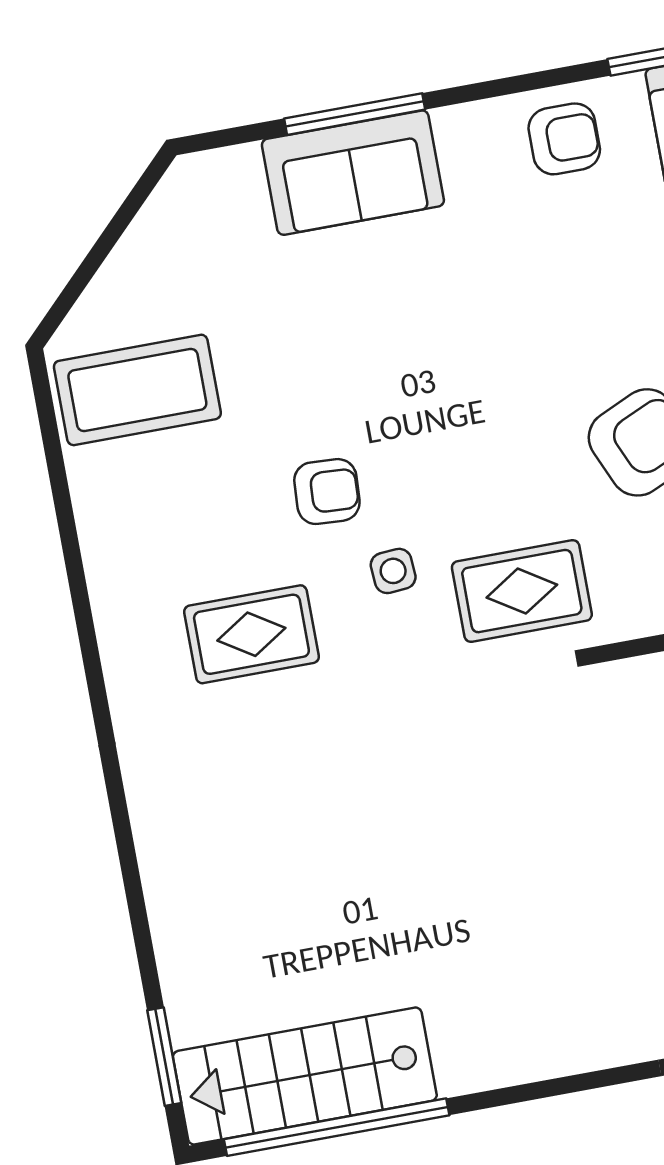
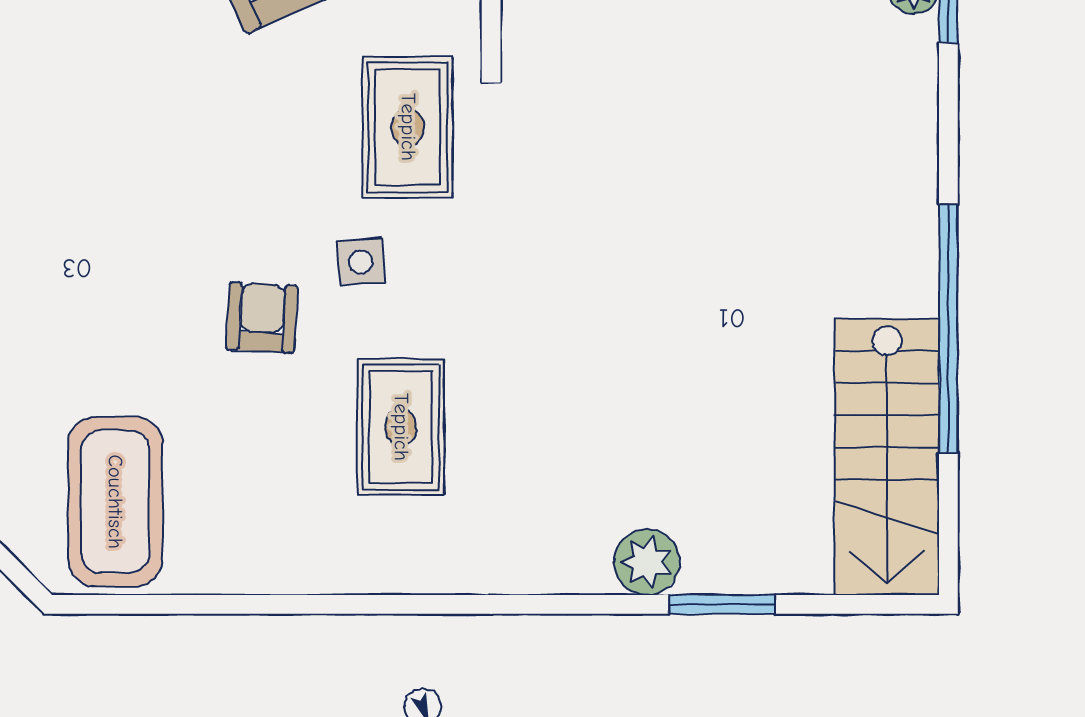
plant: (171, 878) -> (647, 562), added
window: (164, 1057) -> (722, 604), moved
window: (337, 1127) -> (948, 329), moved

